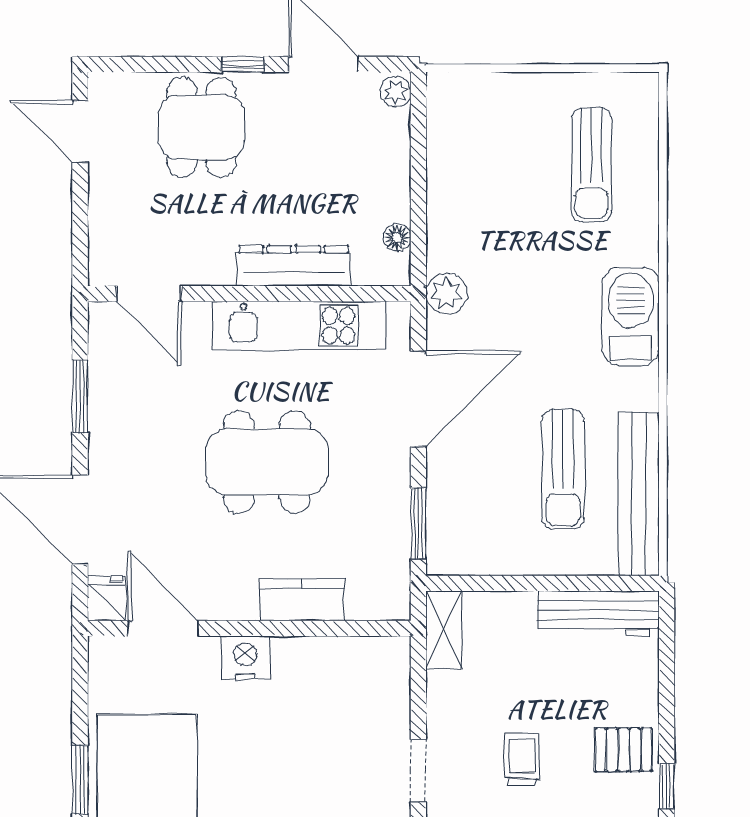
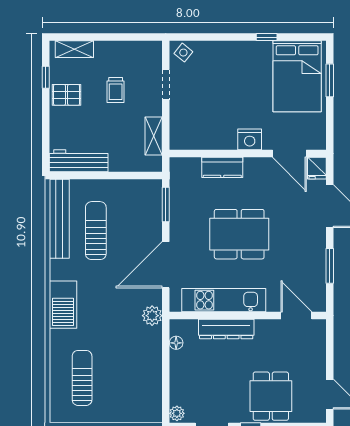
shelving: (444, 630) -> (154, 136), moved

